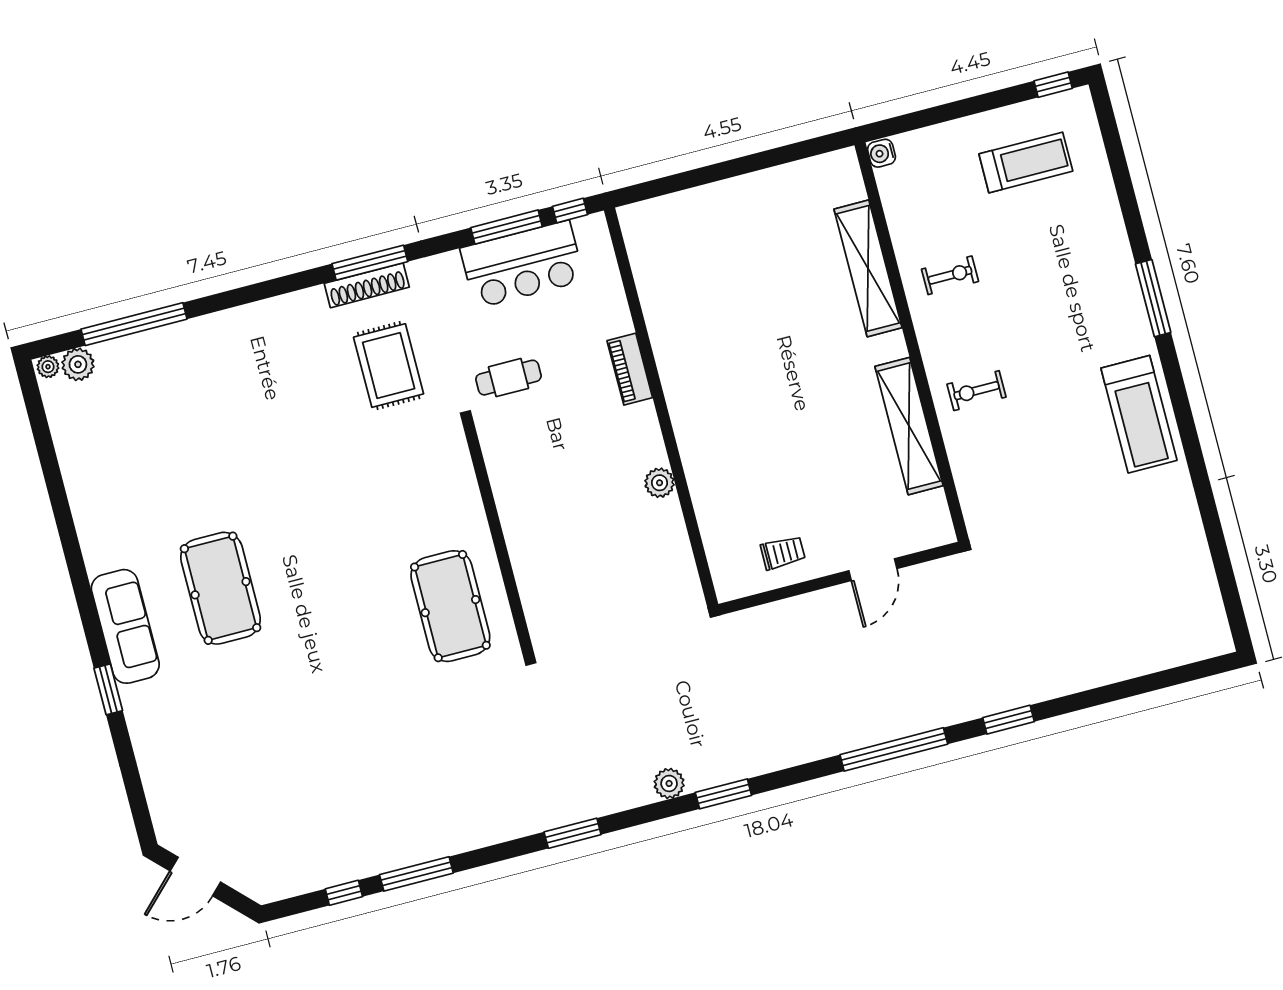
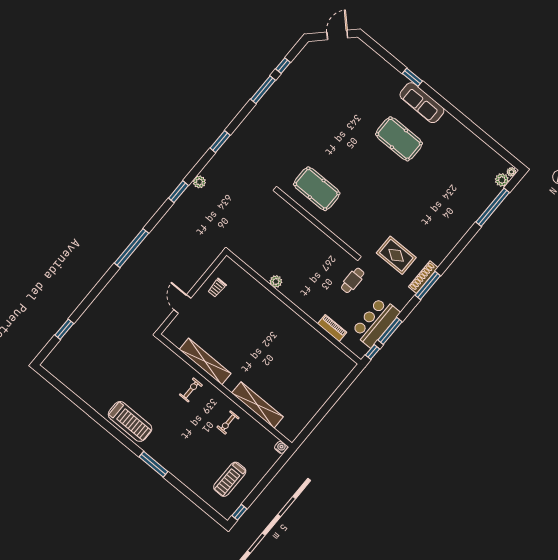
piano: (630, 369) -> (332, 328), moved
treadmill: (1139, 414) -> (130, 421), turned 180
window: (1008, 720) -> (64, 329), moved

